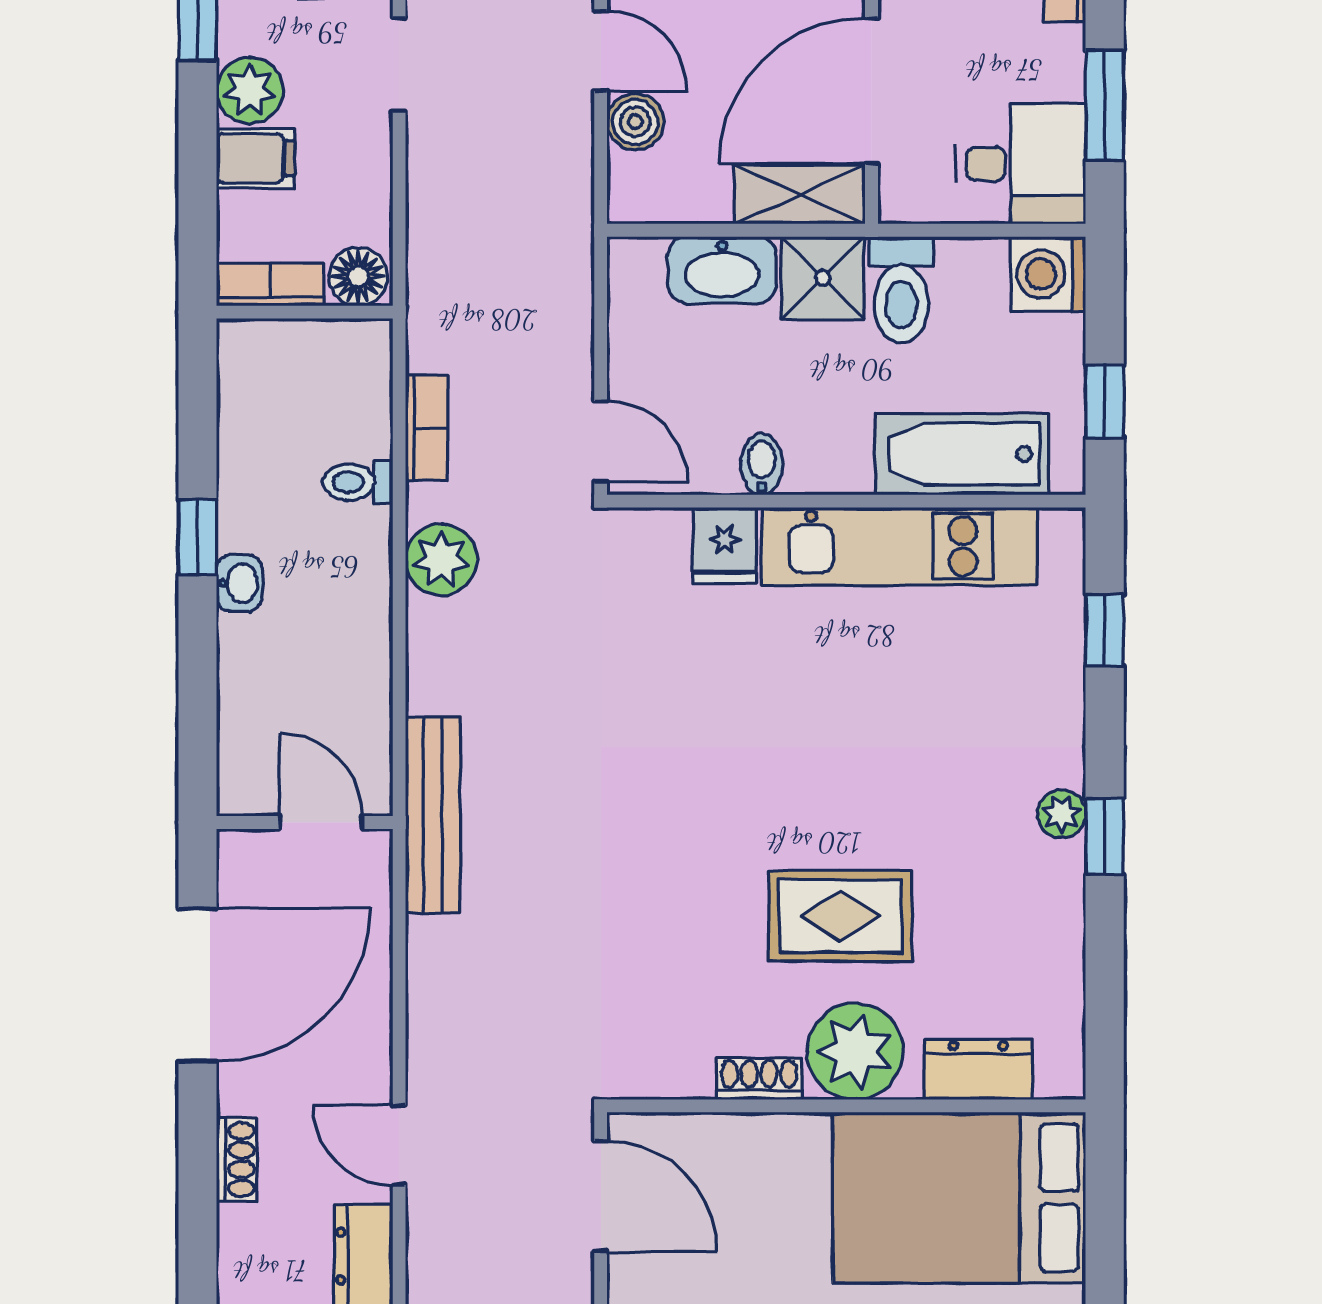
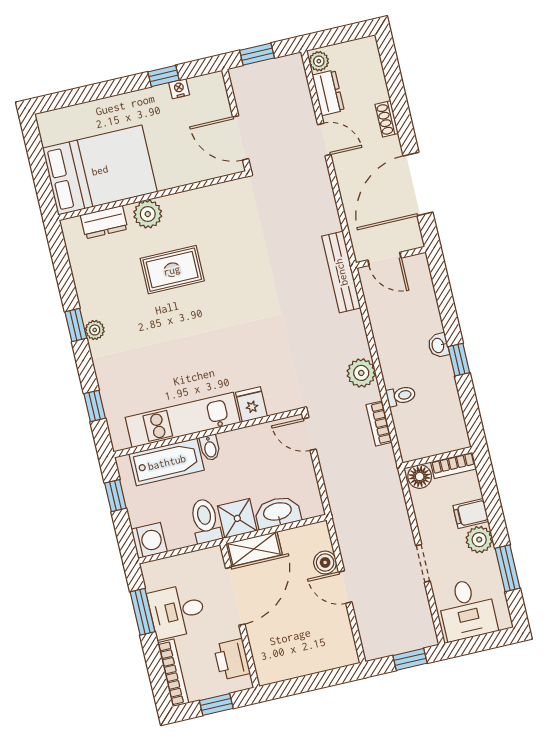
desk: (1021, 164) -> (177, 611), moved
bidet: (762, 464) -> (210, 448), moved
plant: (855, 1051) -> (148, 214), width x0.73, depth x0.73
shoe rack: (759, 1079) -> (189, 198), removed

